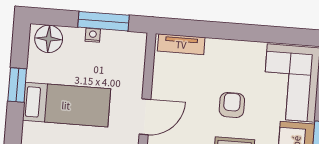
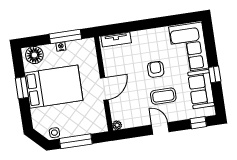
bed: (66, 105) -> (54, 87), width x1.50

